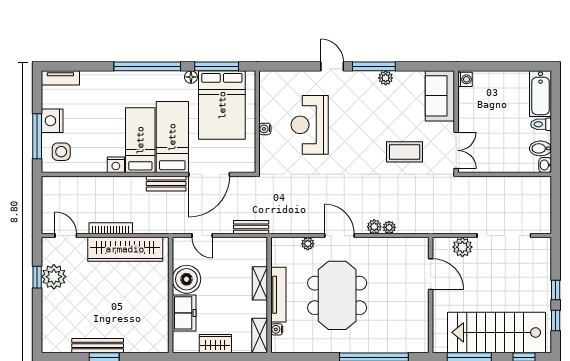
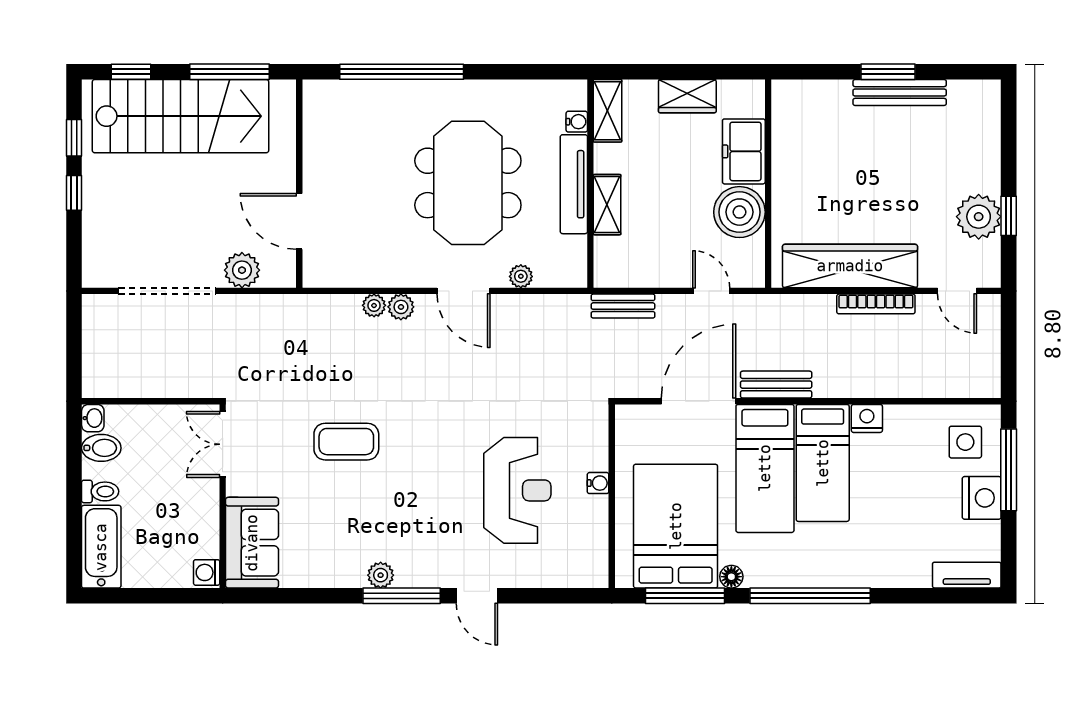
washing machine: (465, 79) -> (207, 572), moved
sofa: (440, 96) -> (252, 543), moved
wall: (456, 122) -> (223, 496), moved
double door: (456, 150) -> (223, 444), moved

